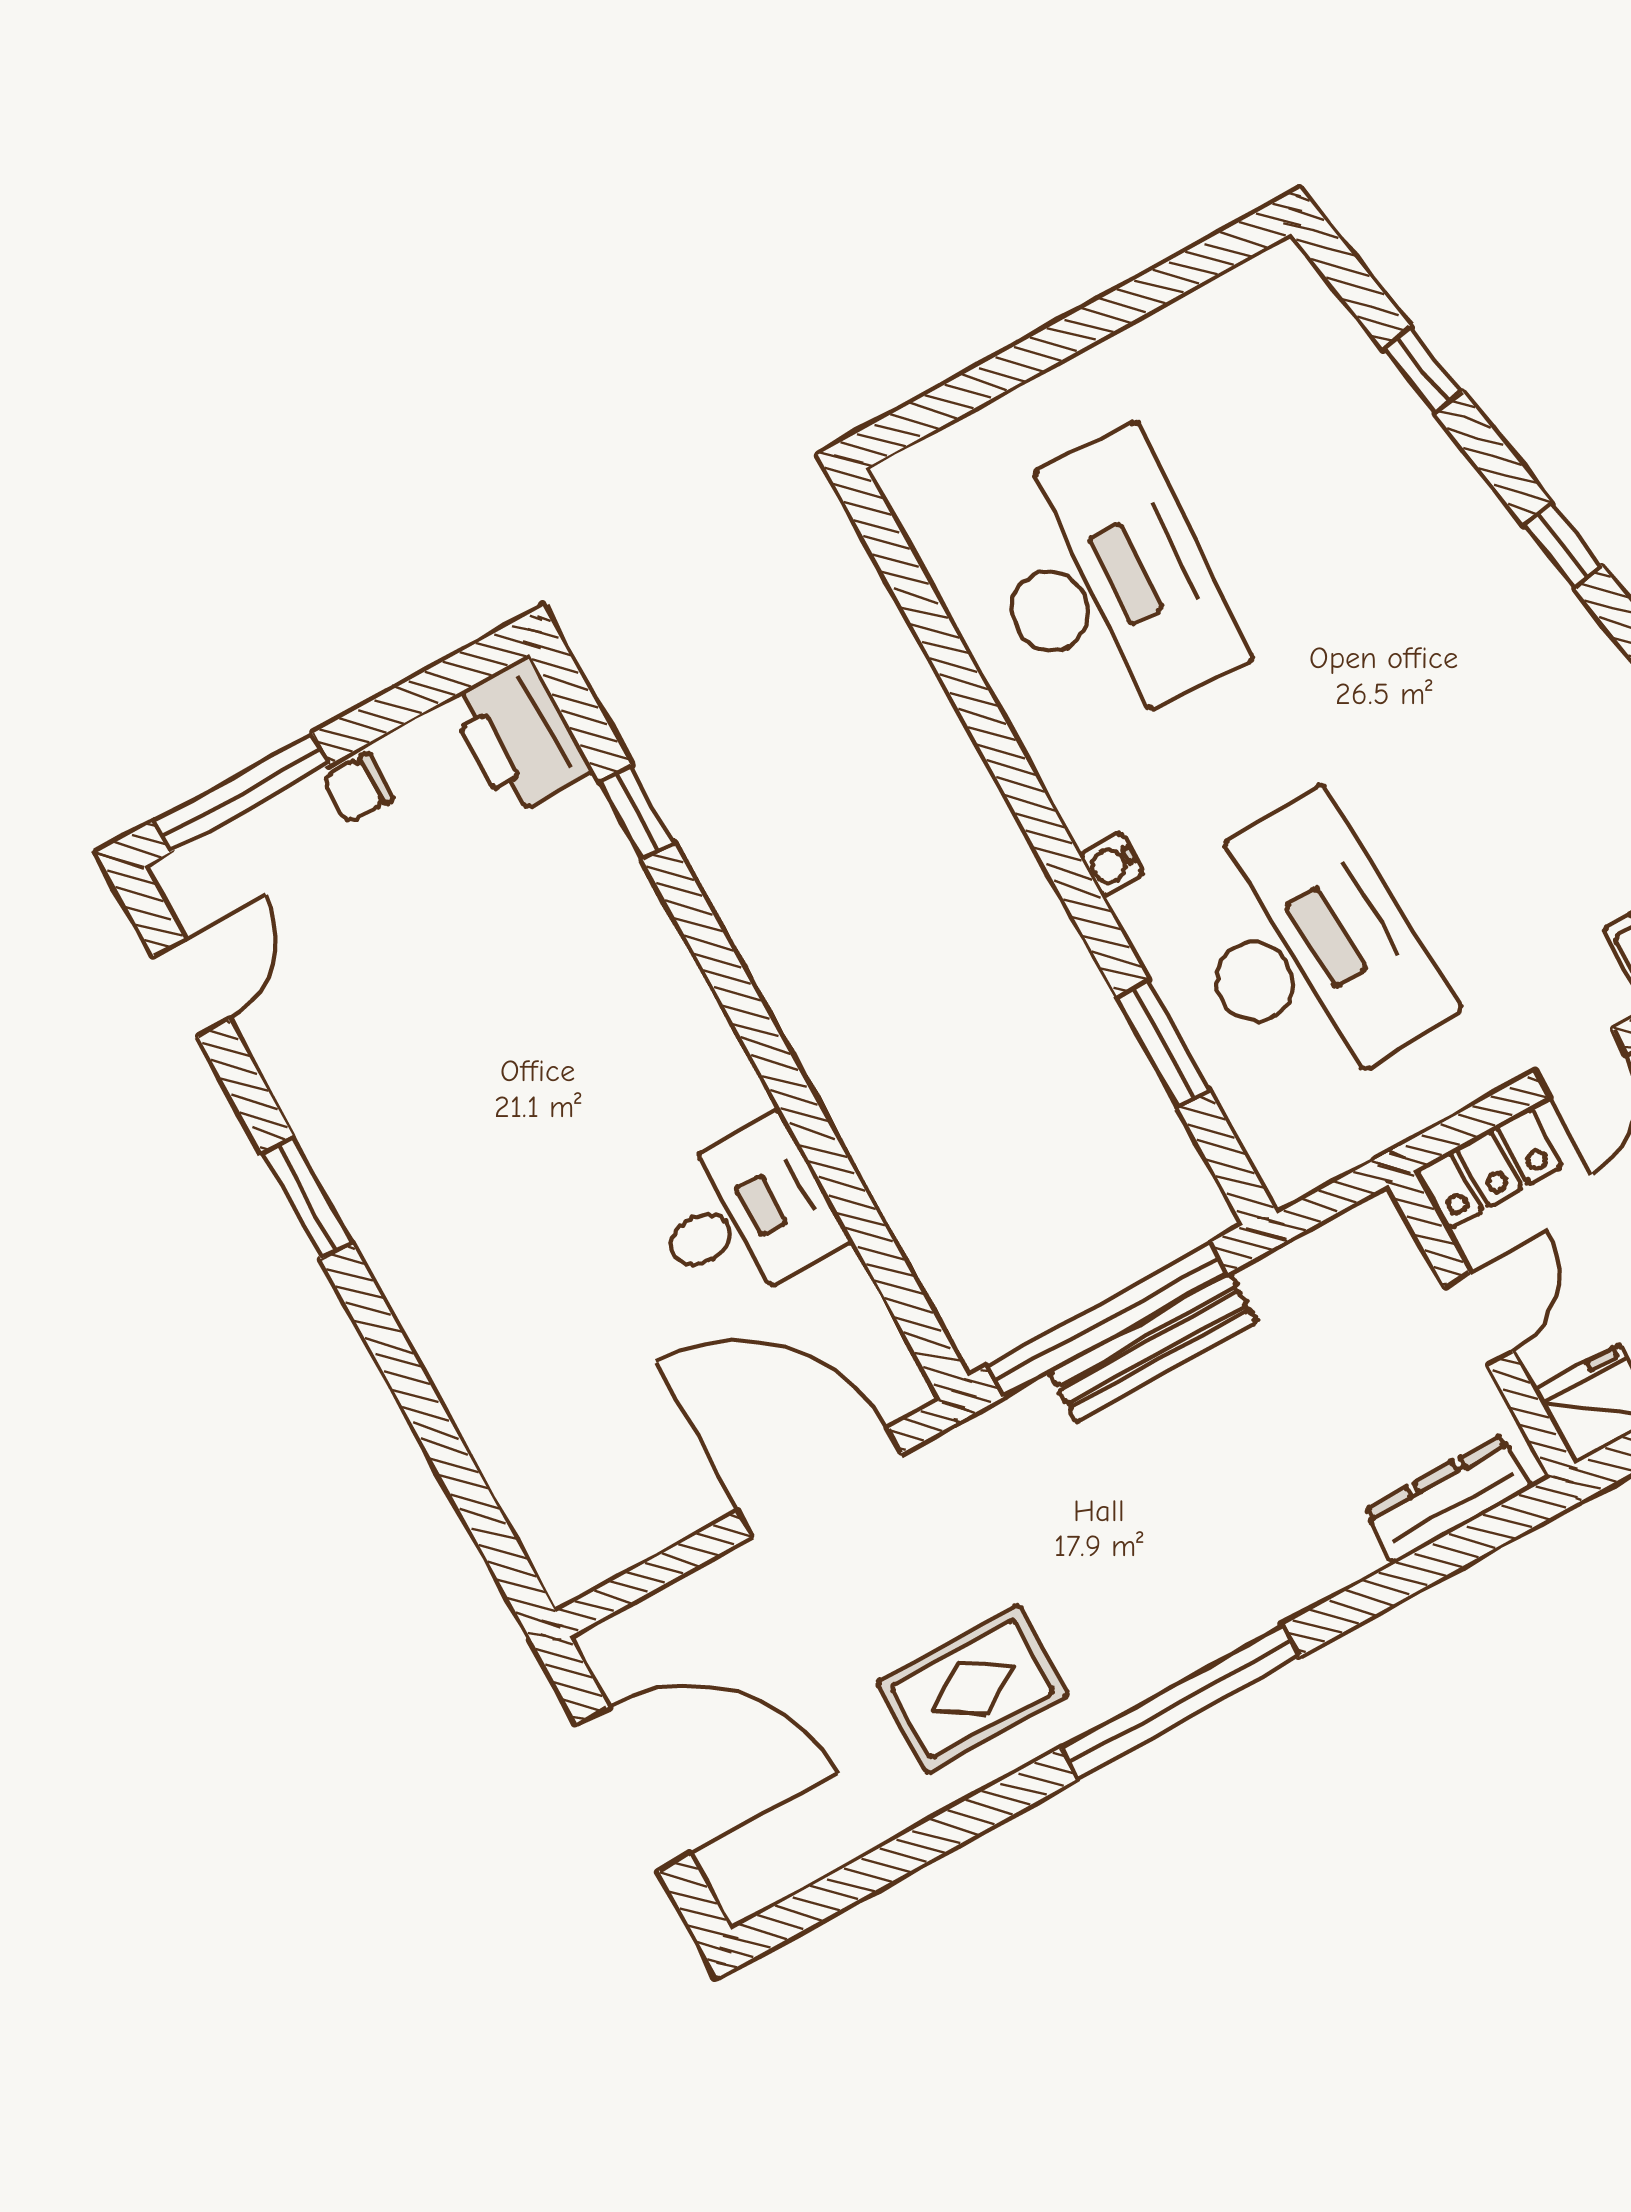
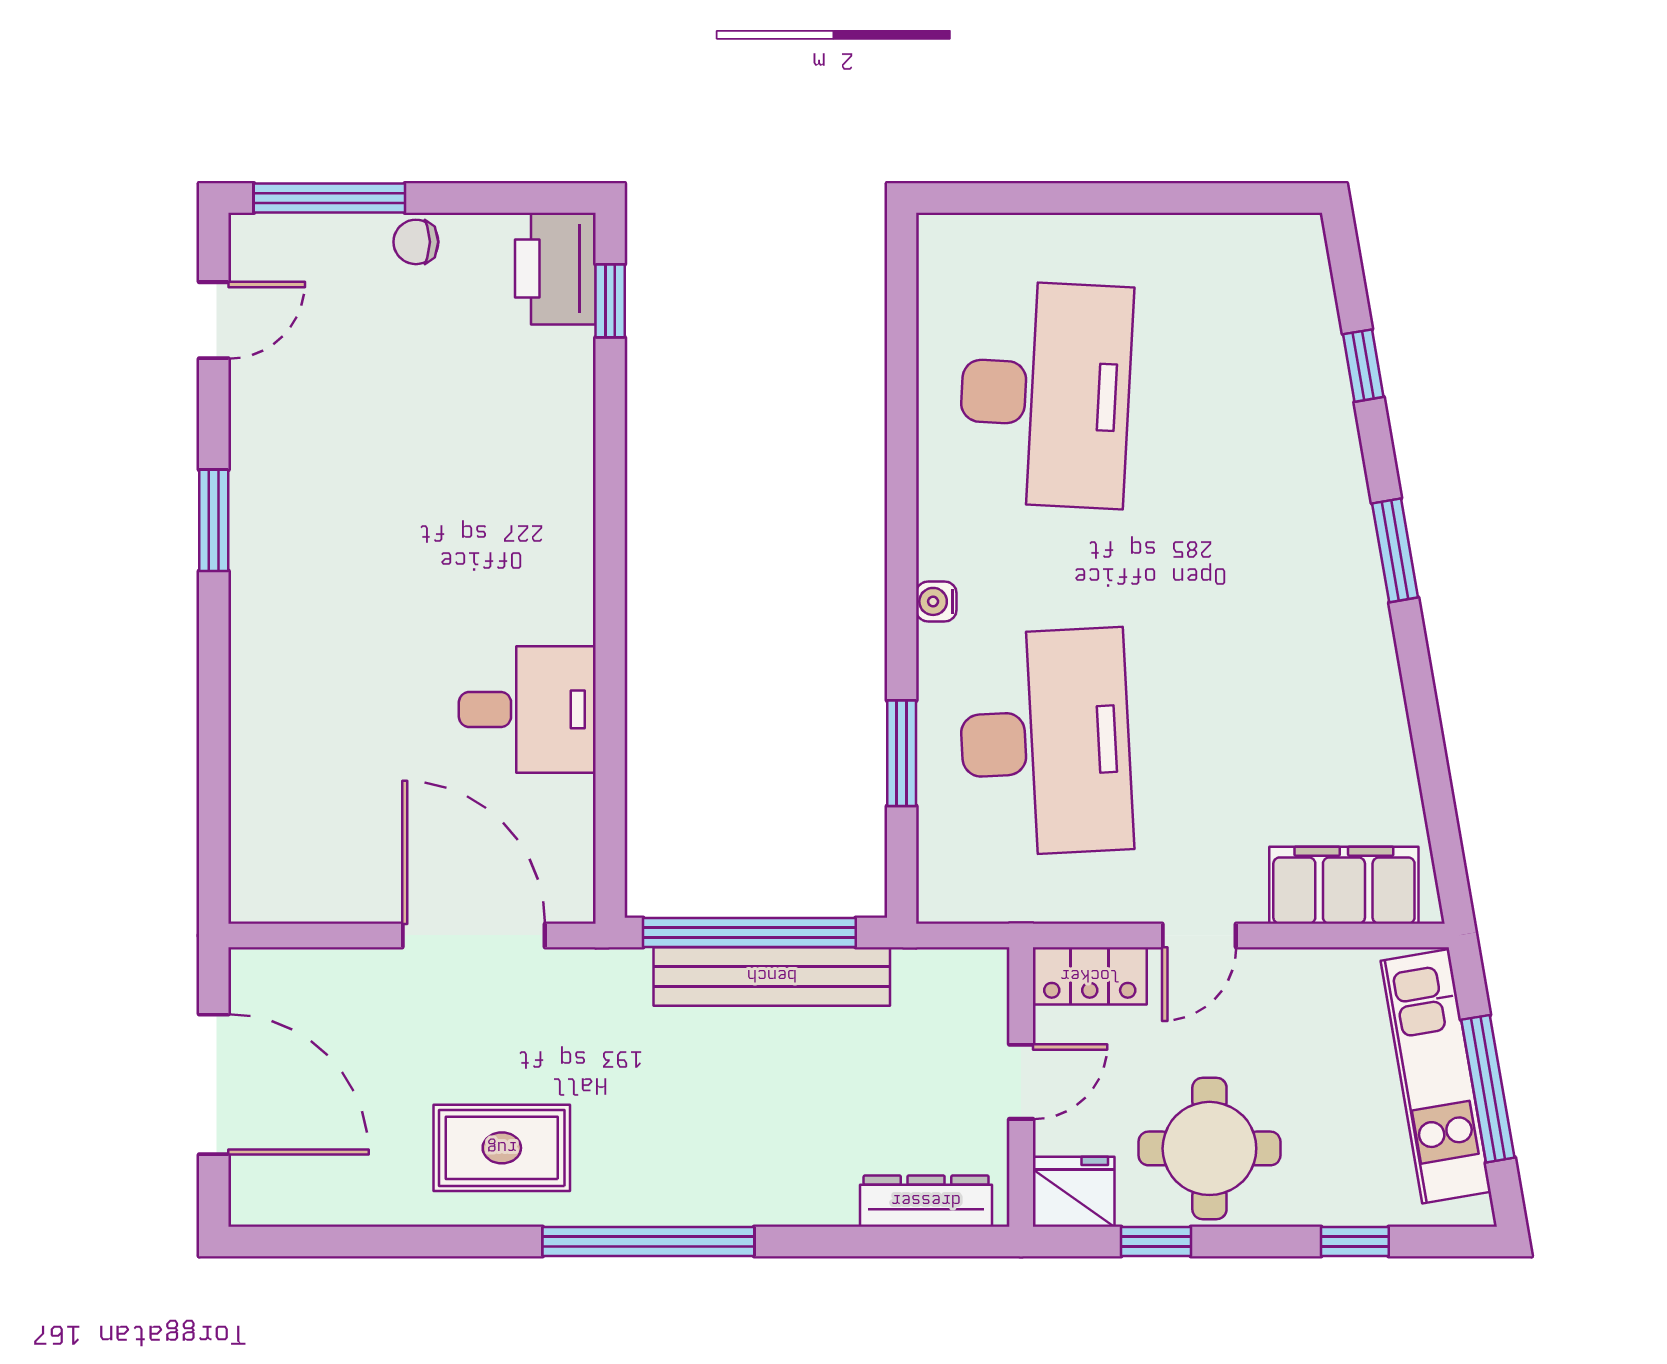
window: (1563, 545) -> (1395, 550), width x1.50
window: (637, 812) -> (610, 301), moved
bench: (1153, 1347) -> (772, 976), width x1.37, depth x1.21

